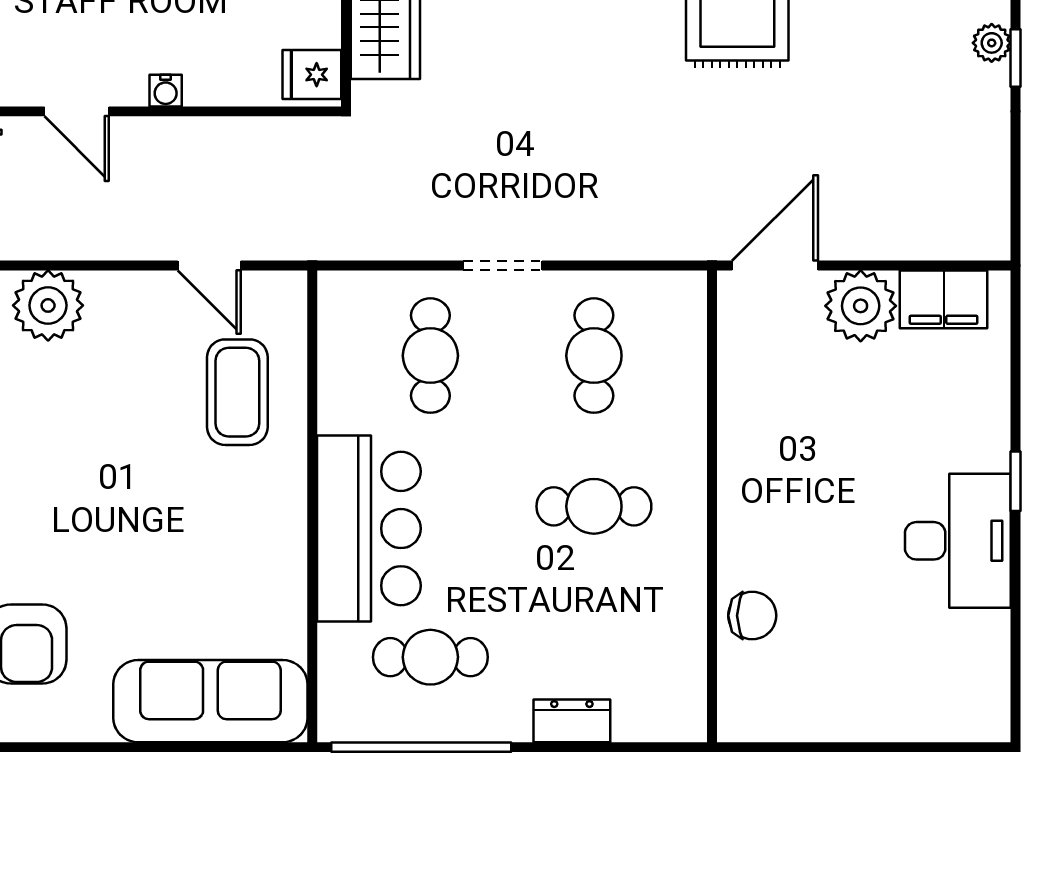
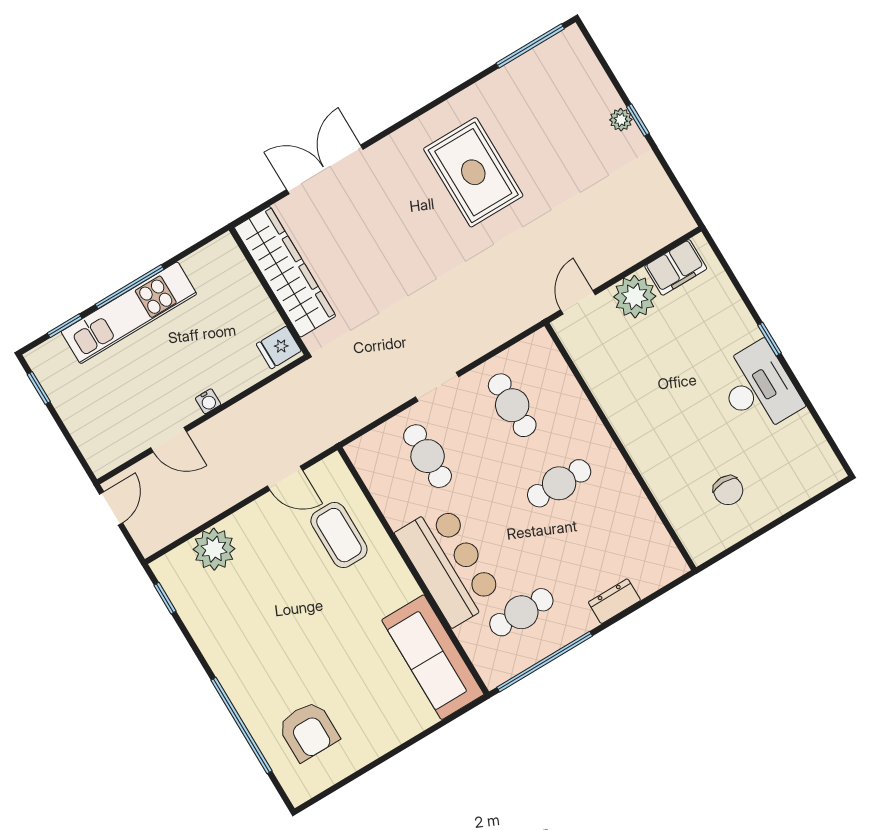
door: (775, 266) -> (578, 302), width x0.73
chair: (752, 616) -> (728, 490), moved, turned 90
sofa: (210, 701) -> (433, 657), moved, turned -90

